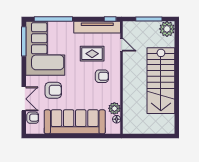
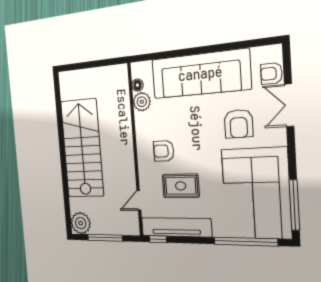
door: (122, 45) -> (139, 200), hinge flipped
armchair: (53, 90) -> (239, 124), turned -90

